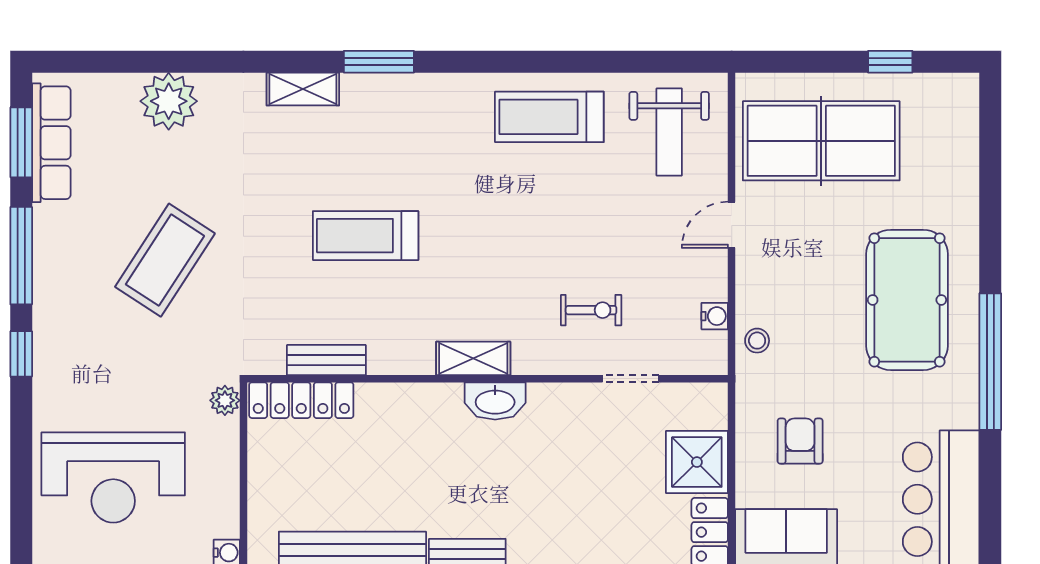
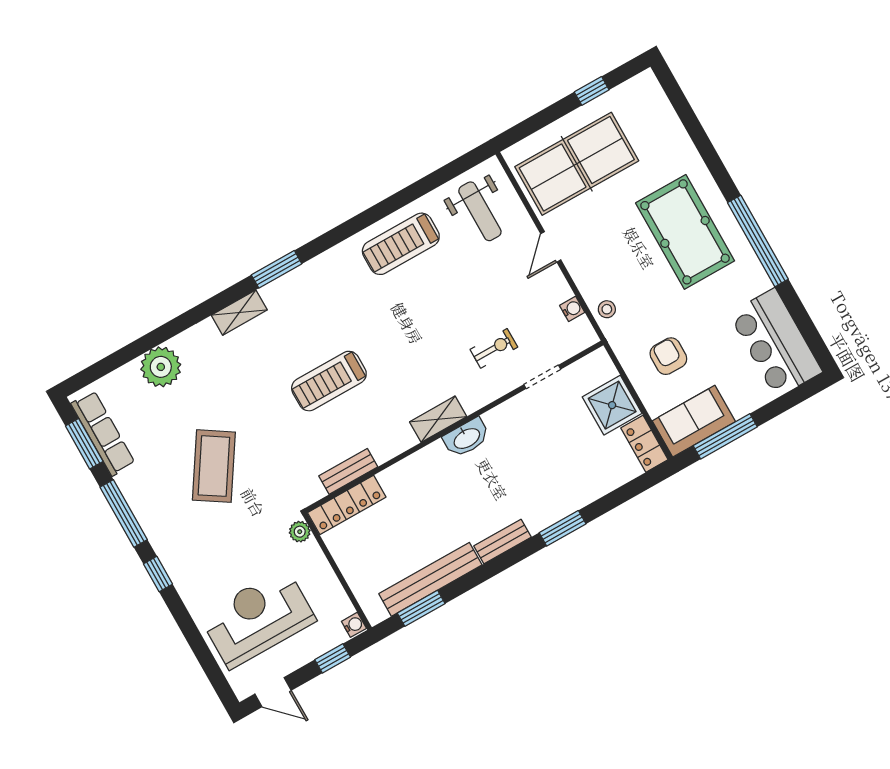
reception desk: (113, 477) -> (258, 618), turned 180

